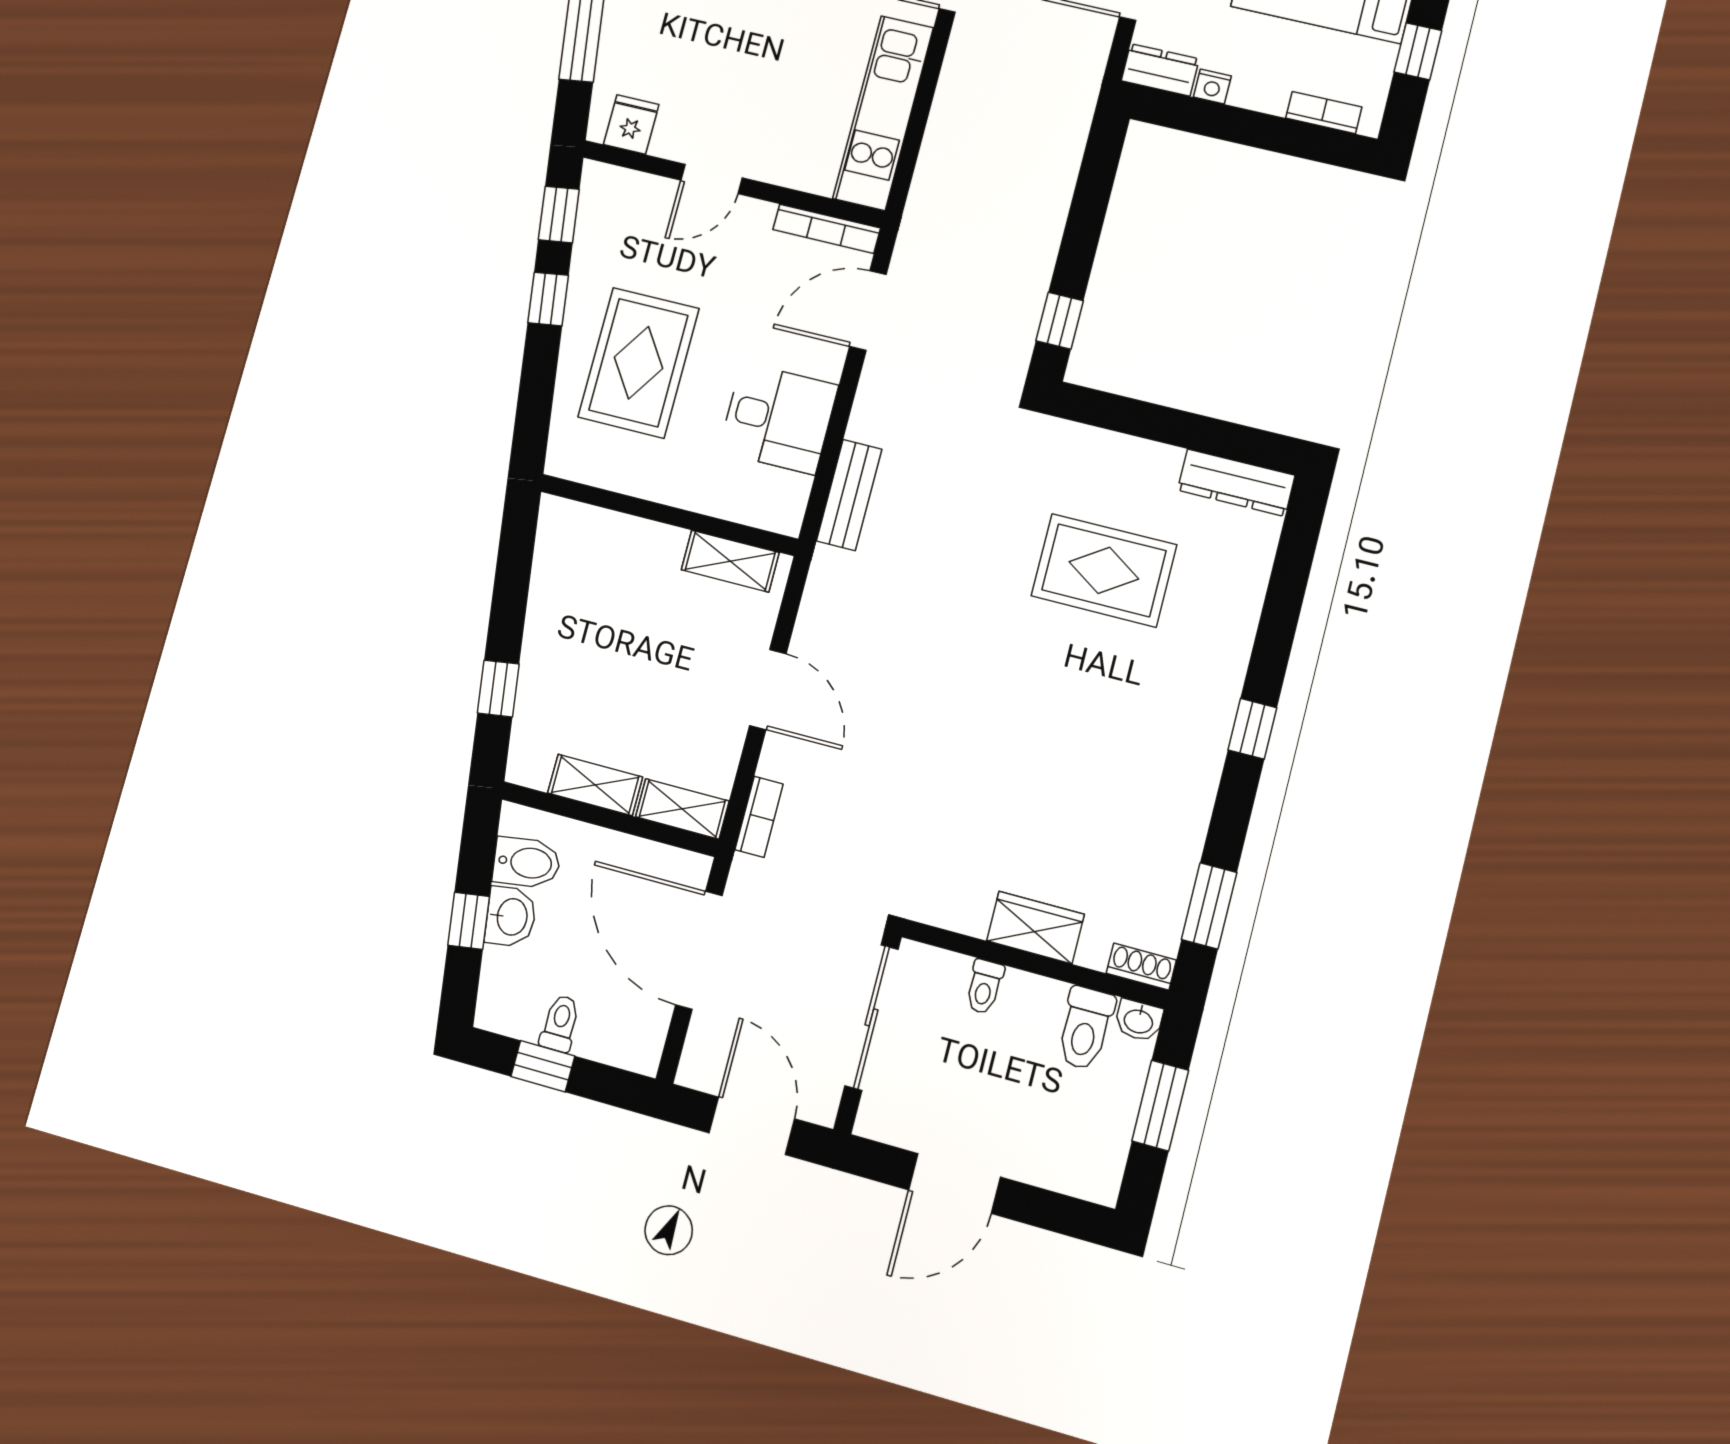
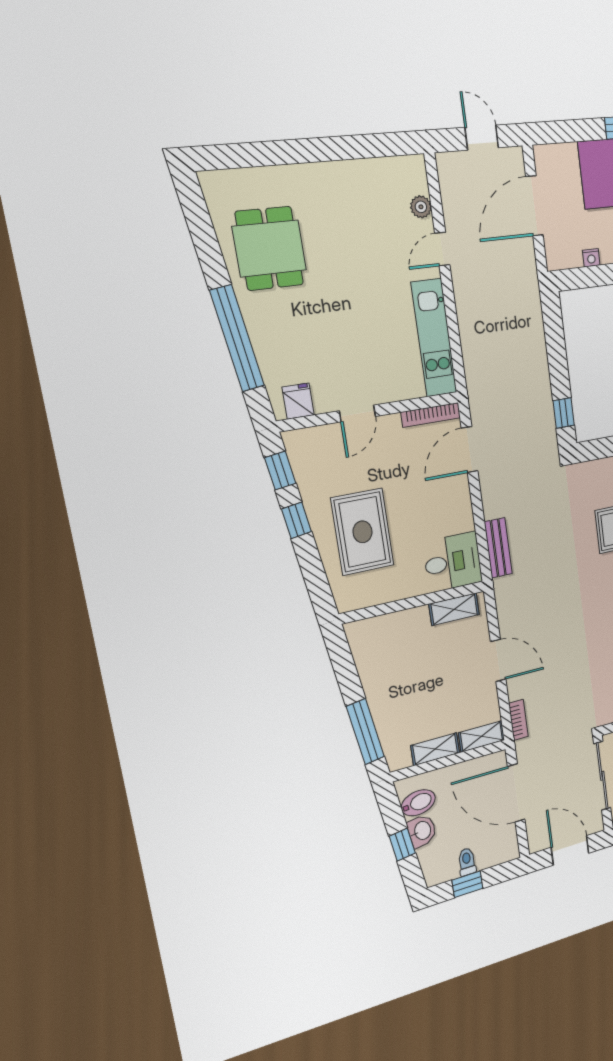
dresser: (1160, 70) -> (564, 258), removed
desk: (778, 418) -> (453, 562), moved
window: (498, 689) -> (365, 732), width x2.17

